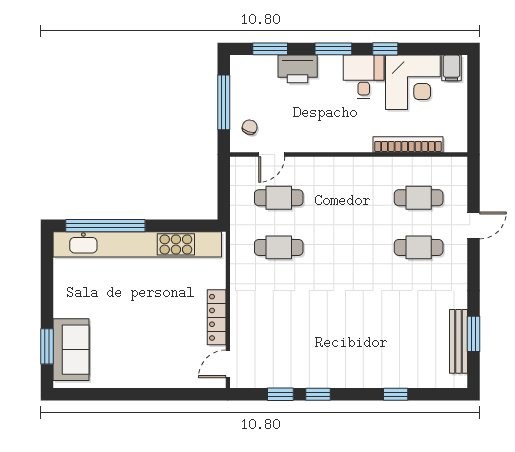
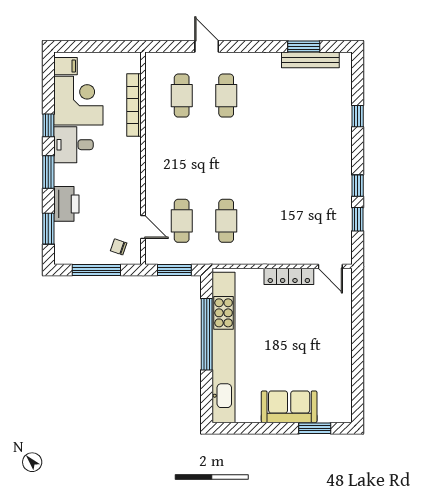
window: (224, 190) -> (174, 270), added
window: (105, 226) -> (207, 334), moved
sofa: (71, 350) -> (289, 407), moved

